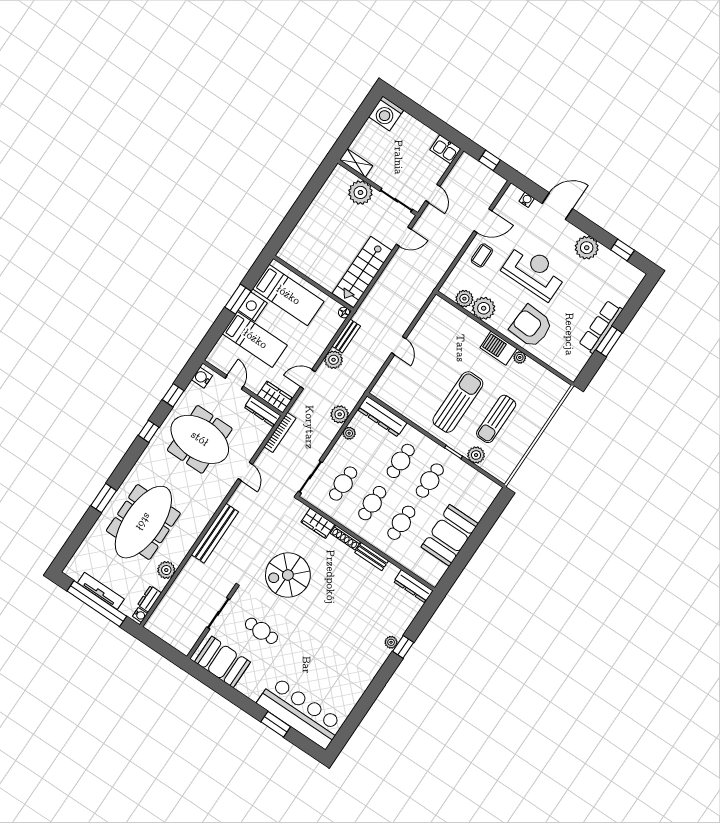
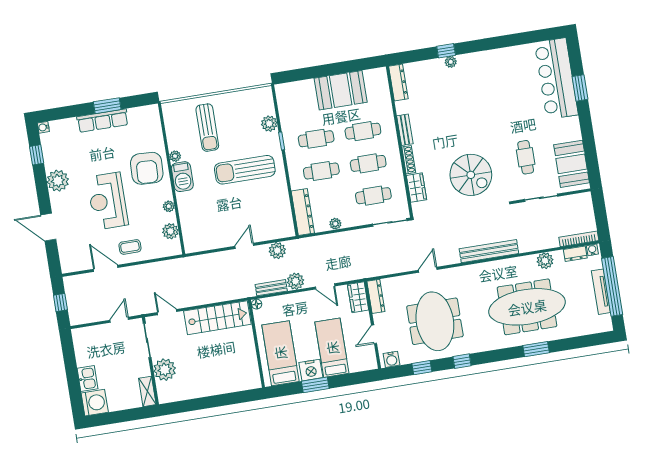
kitchen sink: (445, 149) -> (87, 379), moved
water cooler: (527, 200) -> (43, 127), moved
plant: (484, 308) -> (169, 206), width x0.53, depth x0.53
plant: (340, 414) -> (277, 251), moved
sun lounger: (496, 419) -> (207, 128), moved, turned 90
bookcase: (280, 432) -> (579, 239), moved

